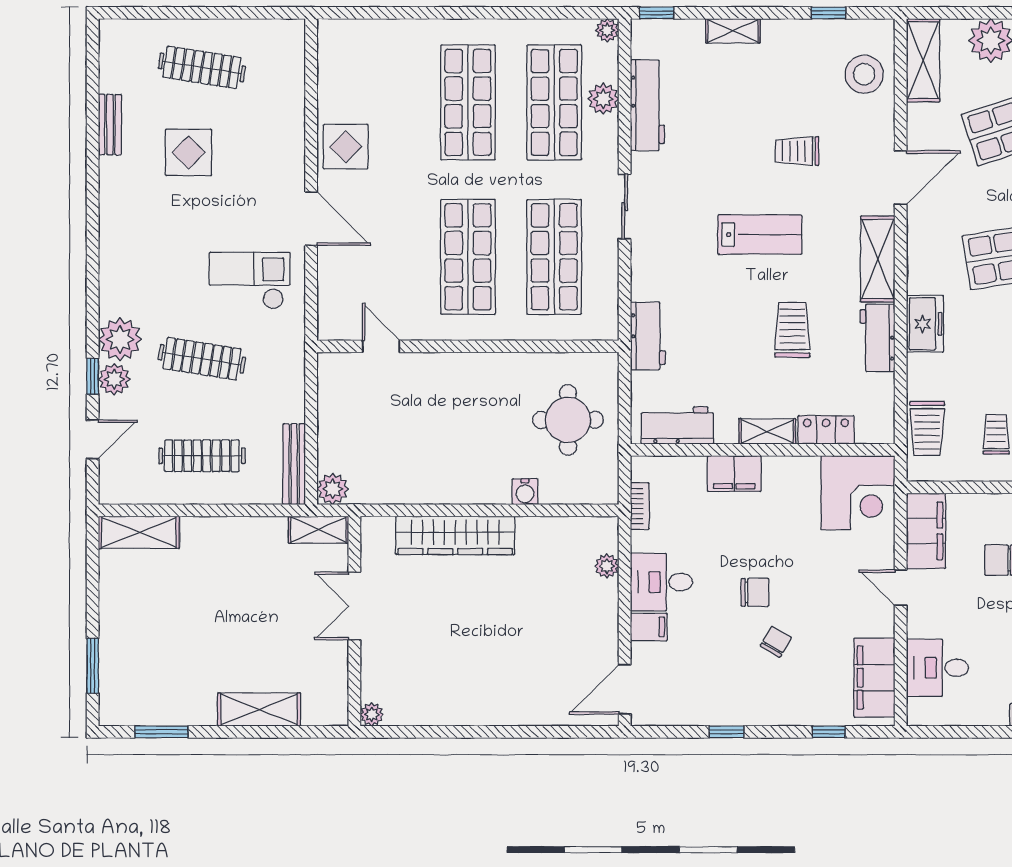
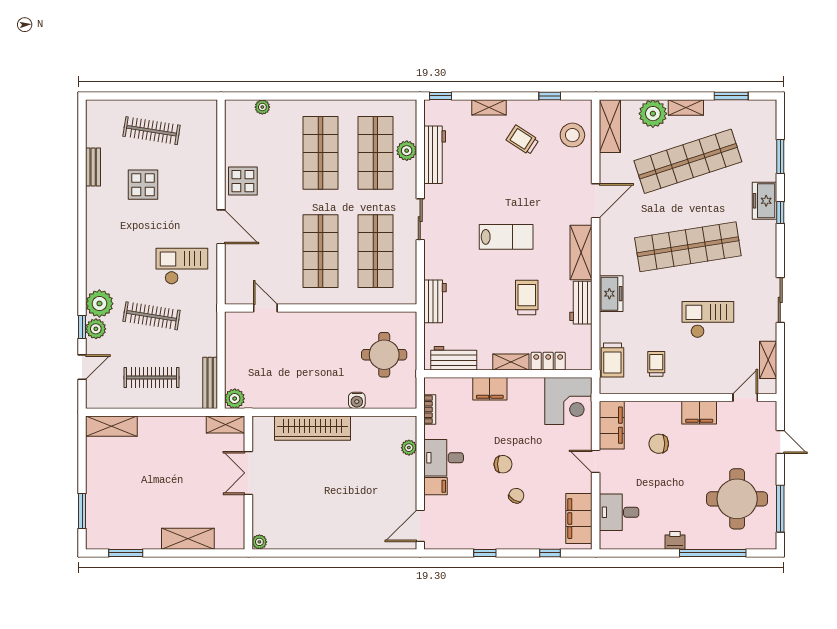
plant: (607, 30) -> (262, 107), moved
trolley: (797, 151) -> (523, 140), moved, turned 33

